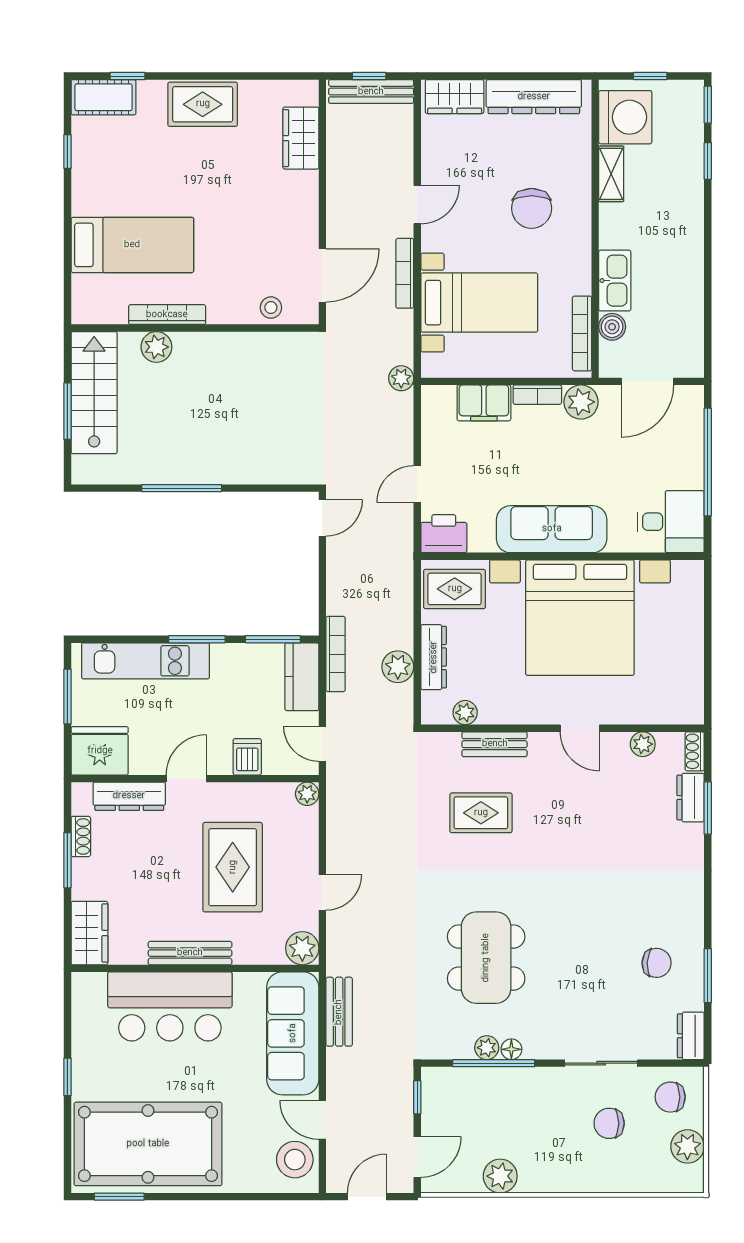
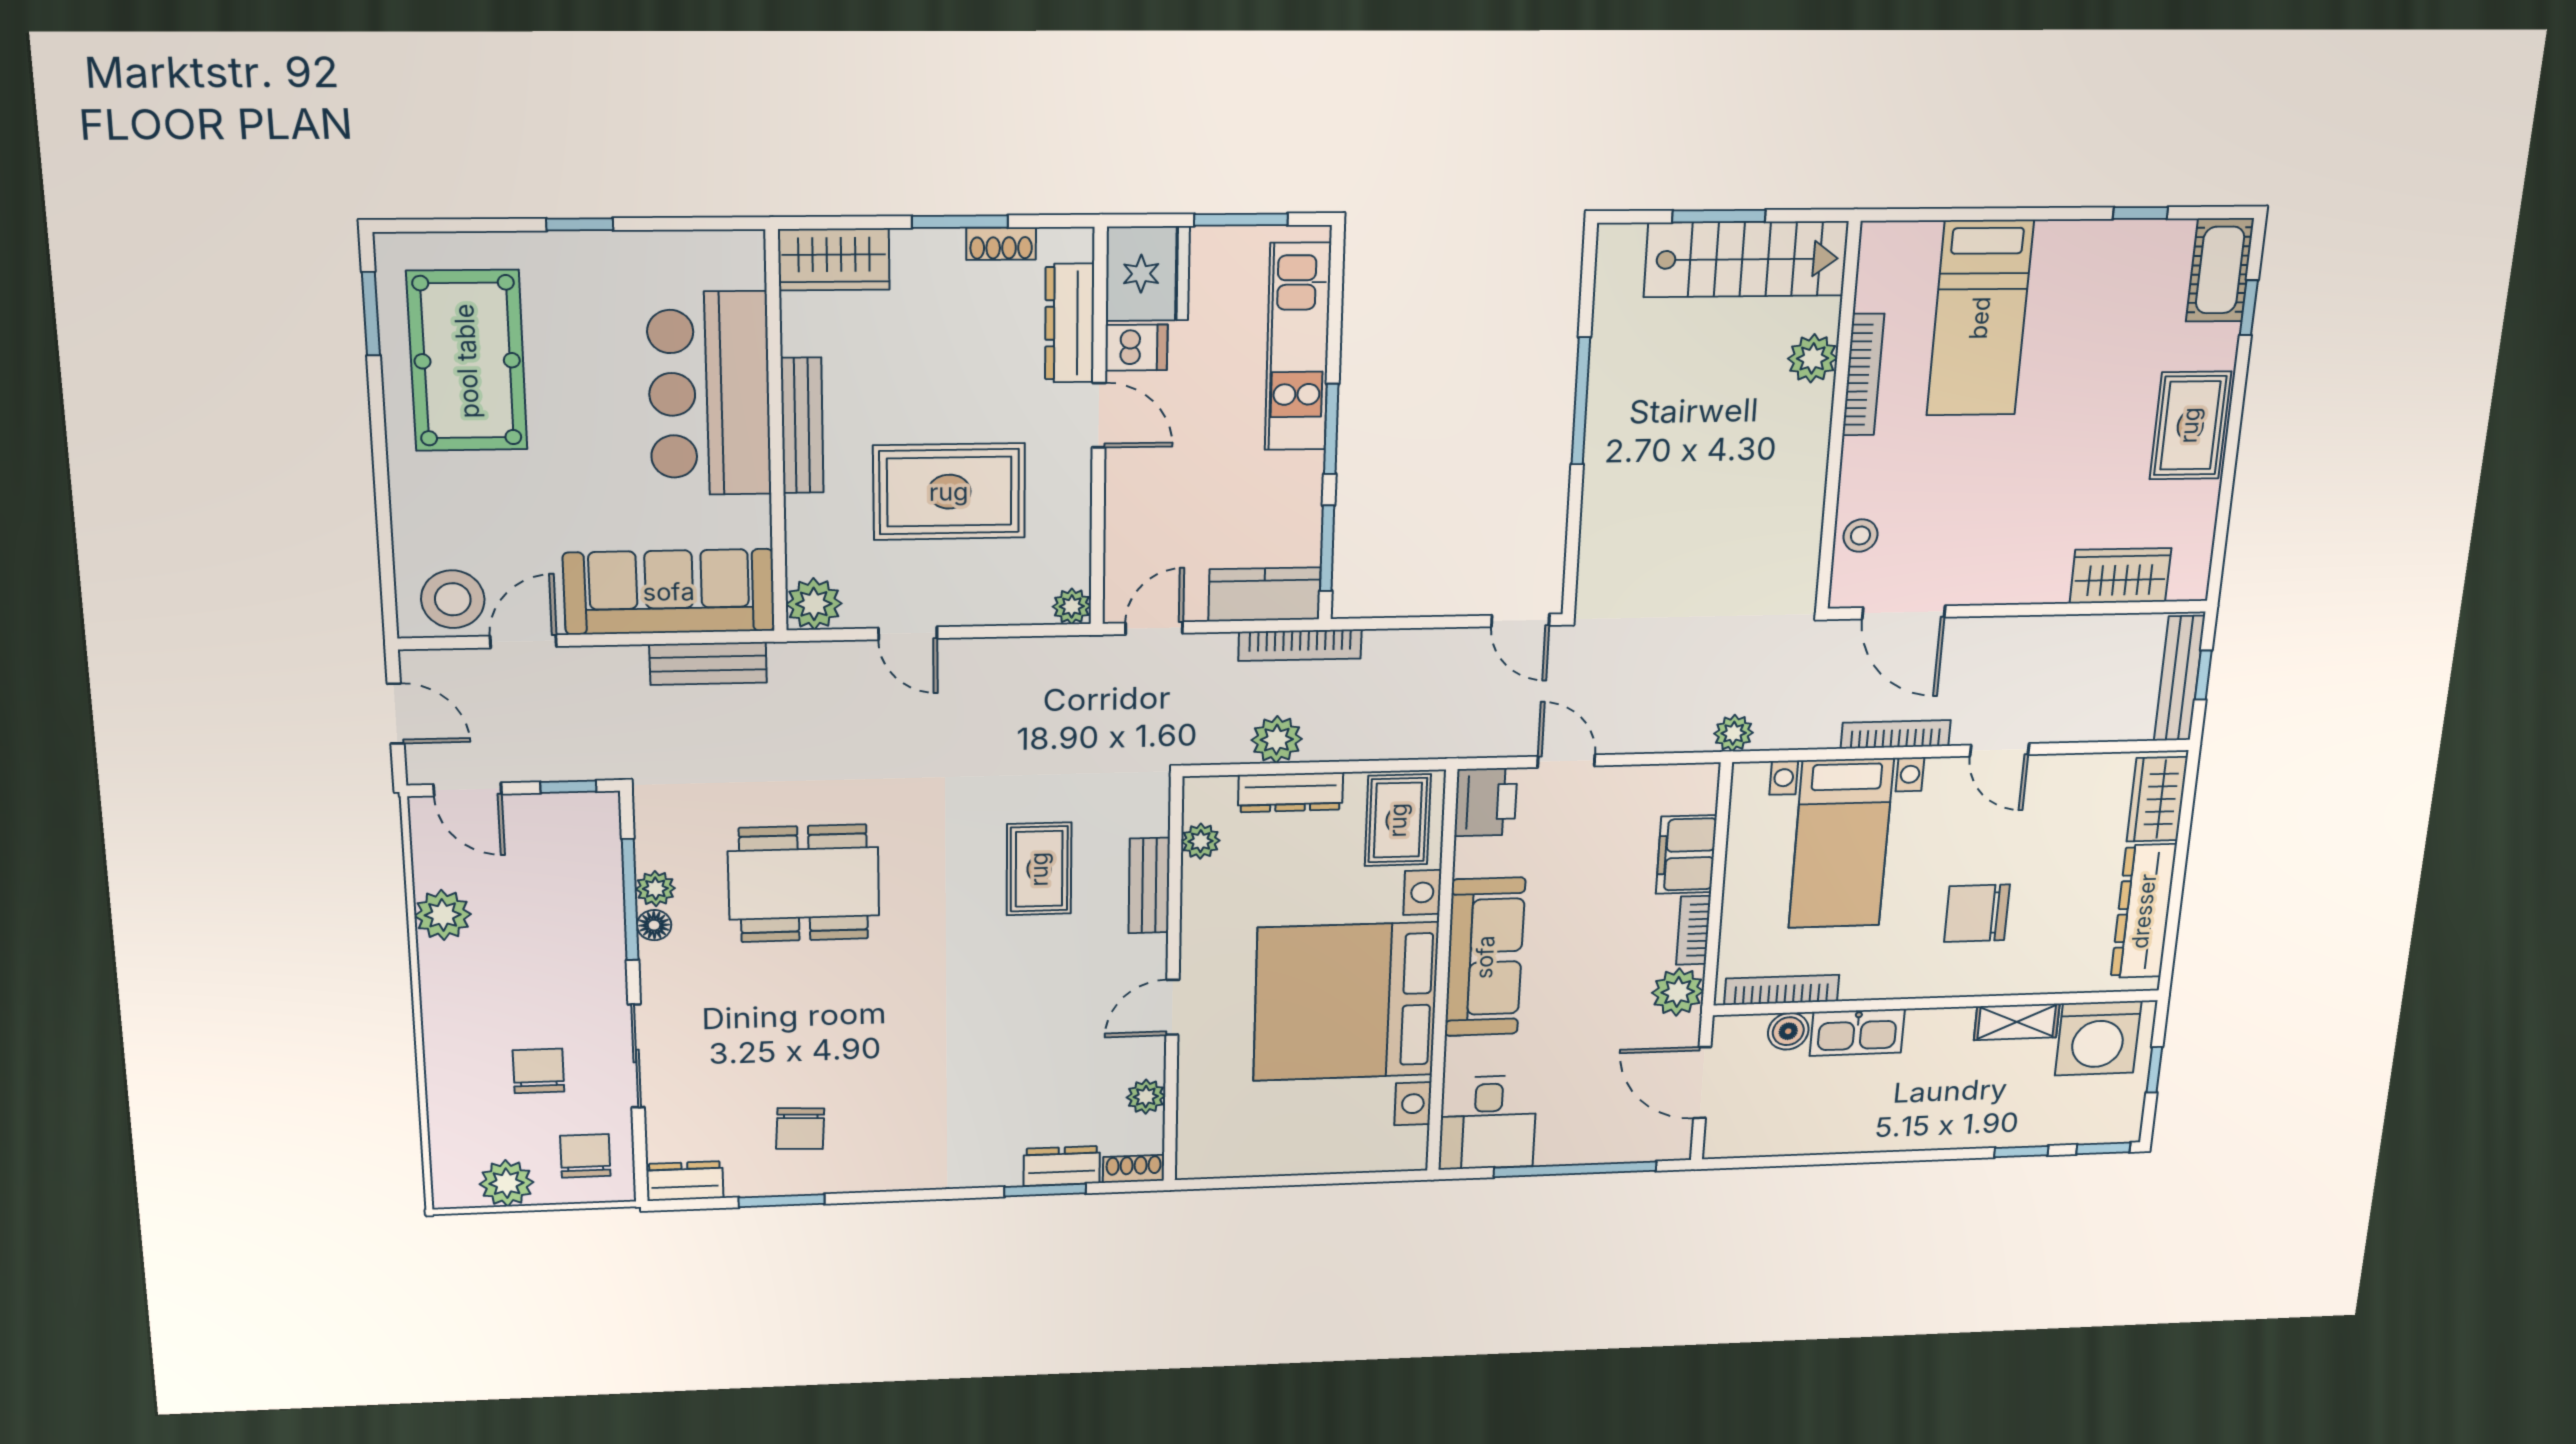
dishwasher: (247, 757) -> (1136, 348), moved
pool table: (148, 1144) -> (467, 361), width x0.73, depth x0.76

